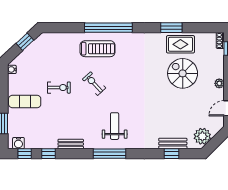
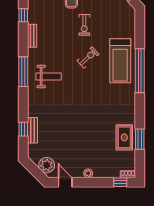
window: (171, 28) -> (140, 139), moved
treadmill: (98, 49) -> (120, 61), width x1.37, depth x1.38
spiral stairs: (183, 73) -> (97, 139), removed
plant: (202, 136) -> (47, 165), moved

